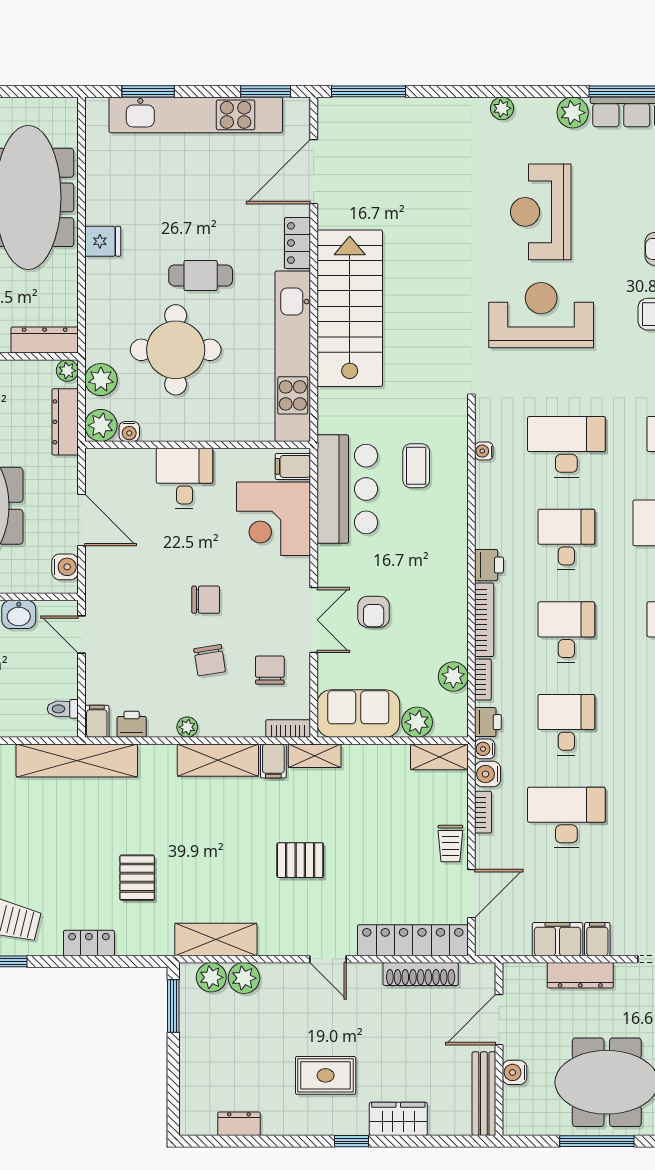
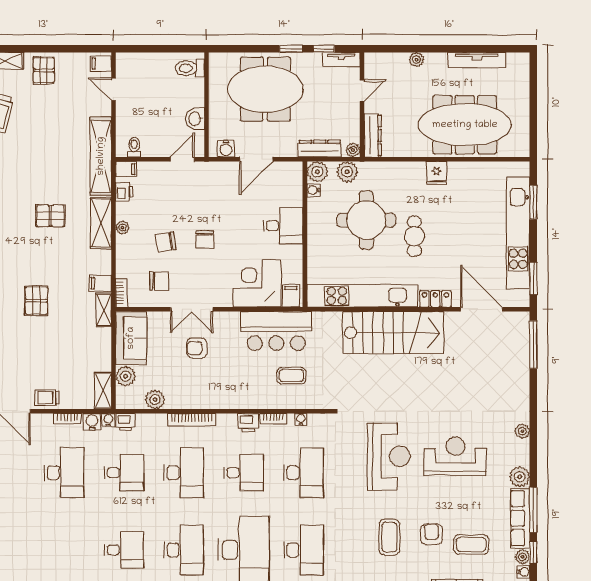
printer: (489, 565) -> (248, 423), moved
desk: (566, 632) -> (184, 473), width x1.37
bookcase: (483, 680) -> (273, 419), moved
shelving: (218, 760) -> (101, 223), moved
pallet: (137, 878) -> (50, 216), moved

